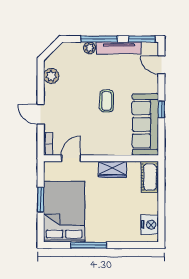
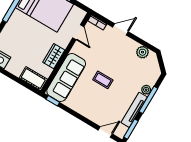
window: (161, 109) -> (53, 101), moved
sofa: (145, 124) -> (66, 77), moved, turned 90

